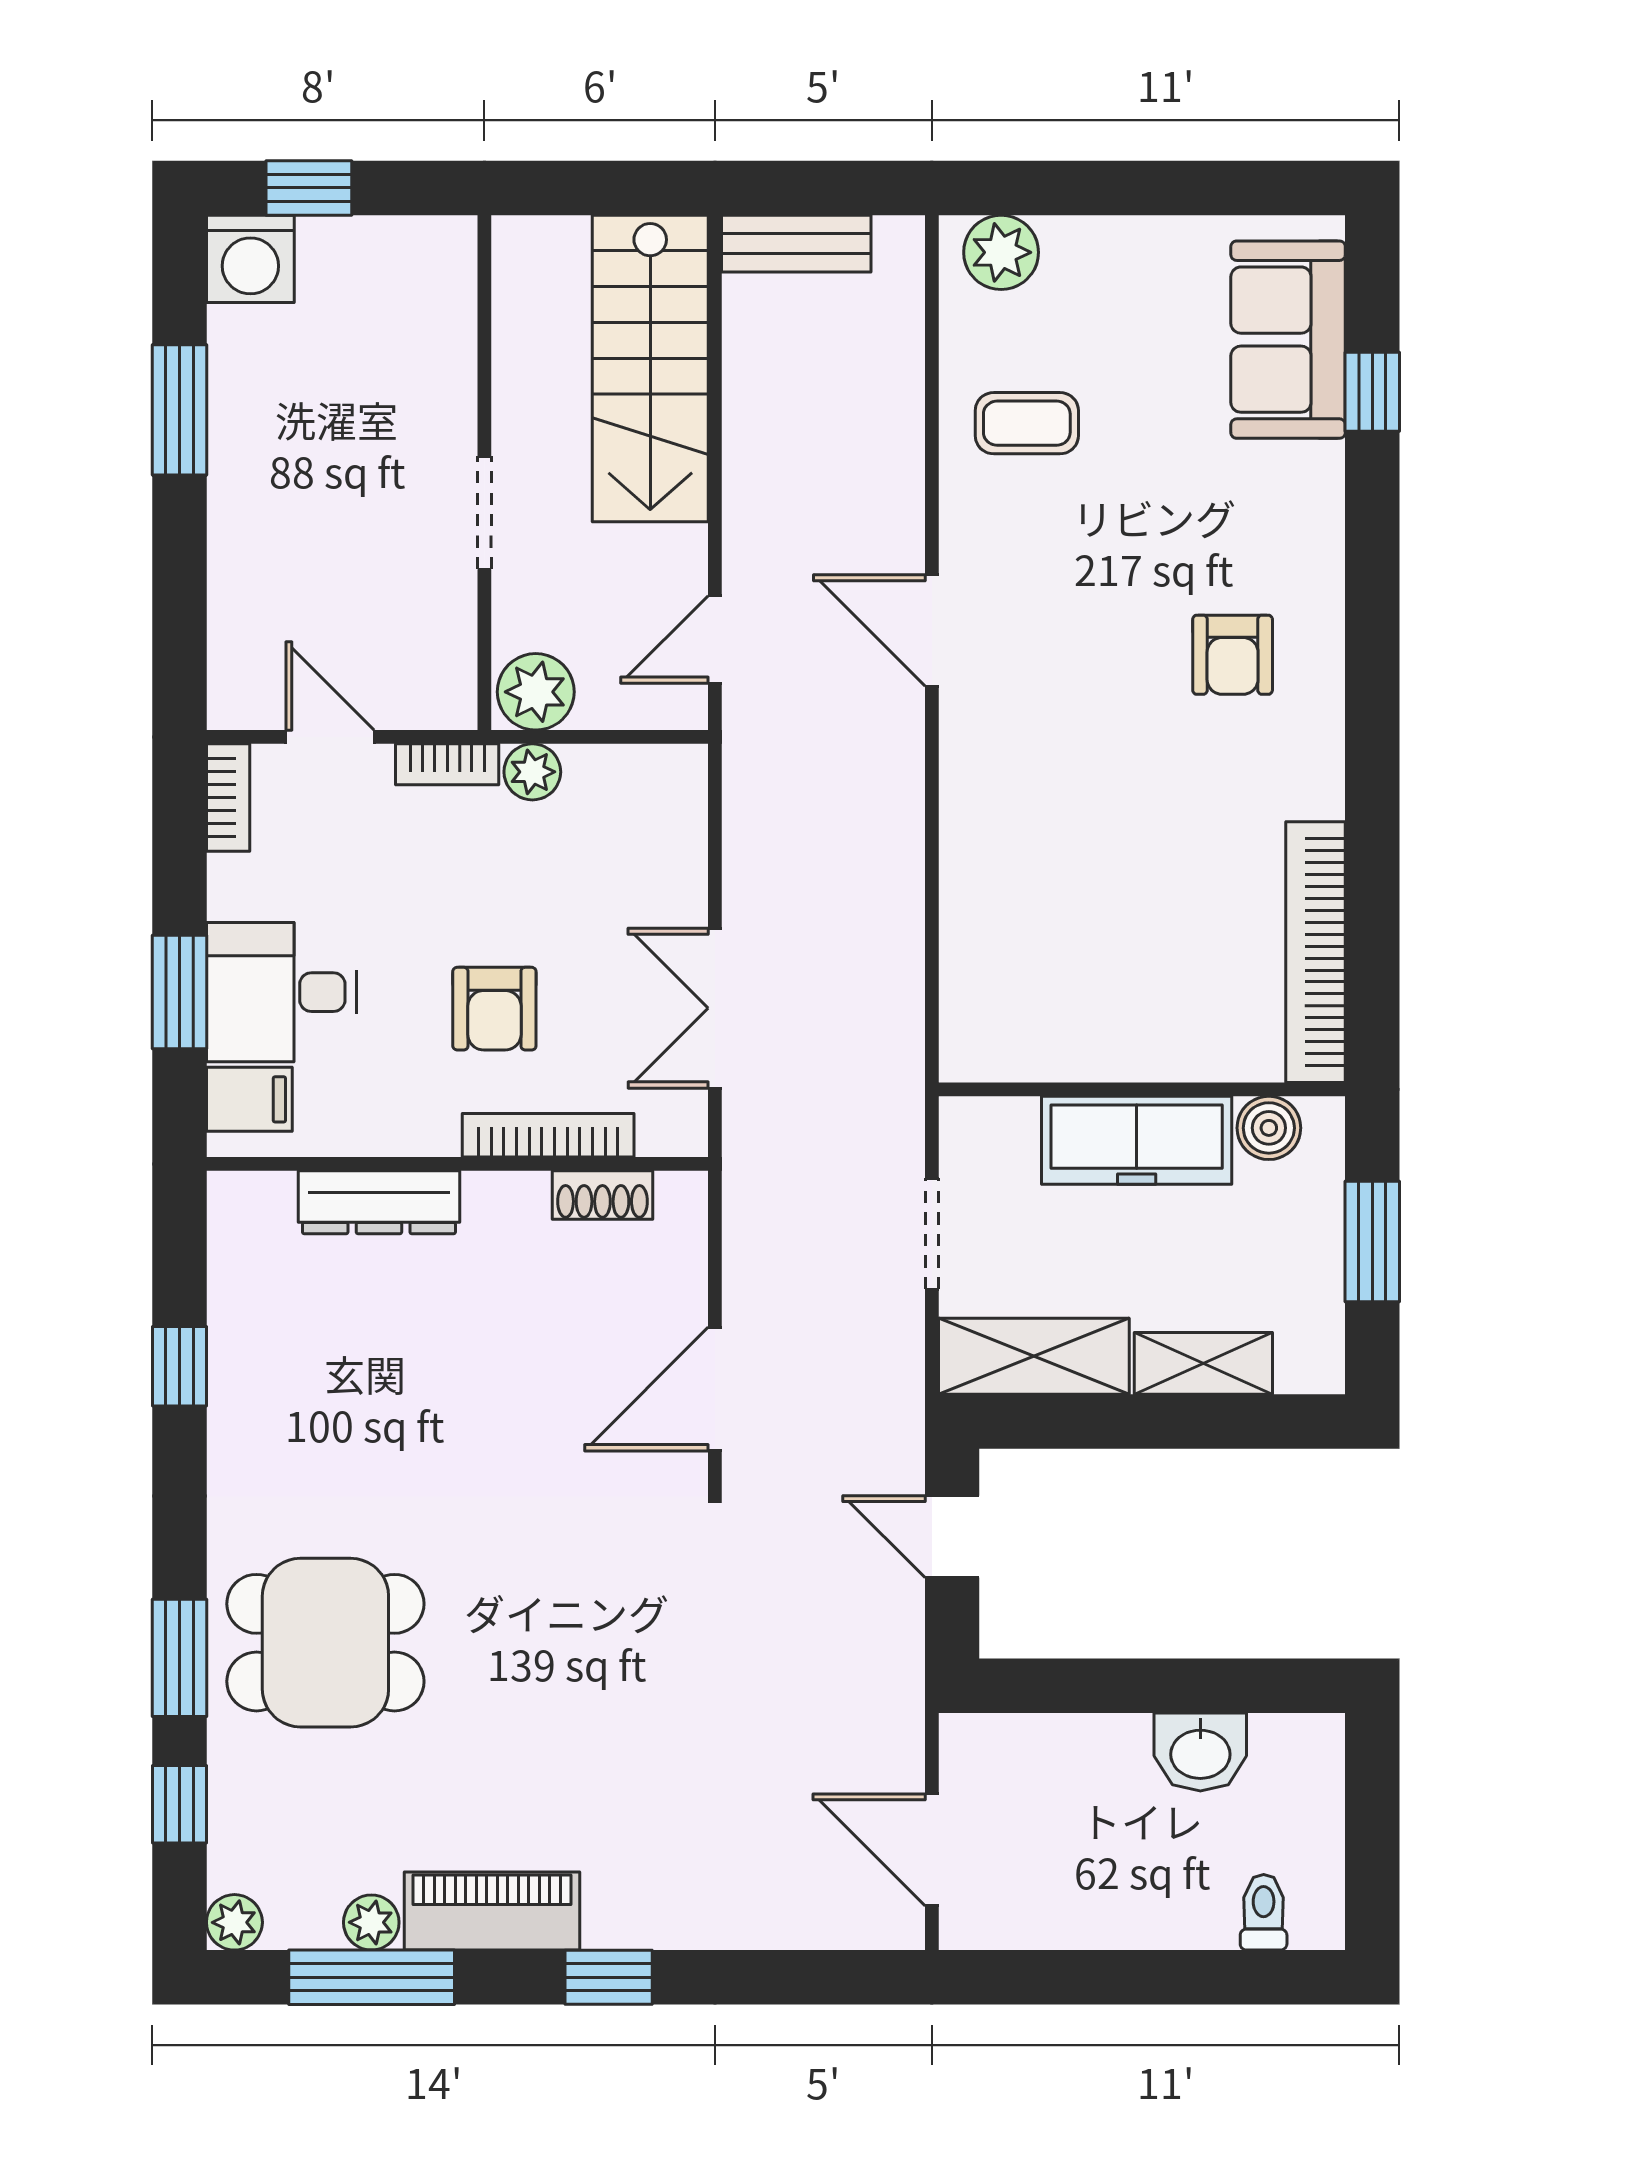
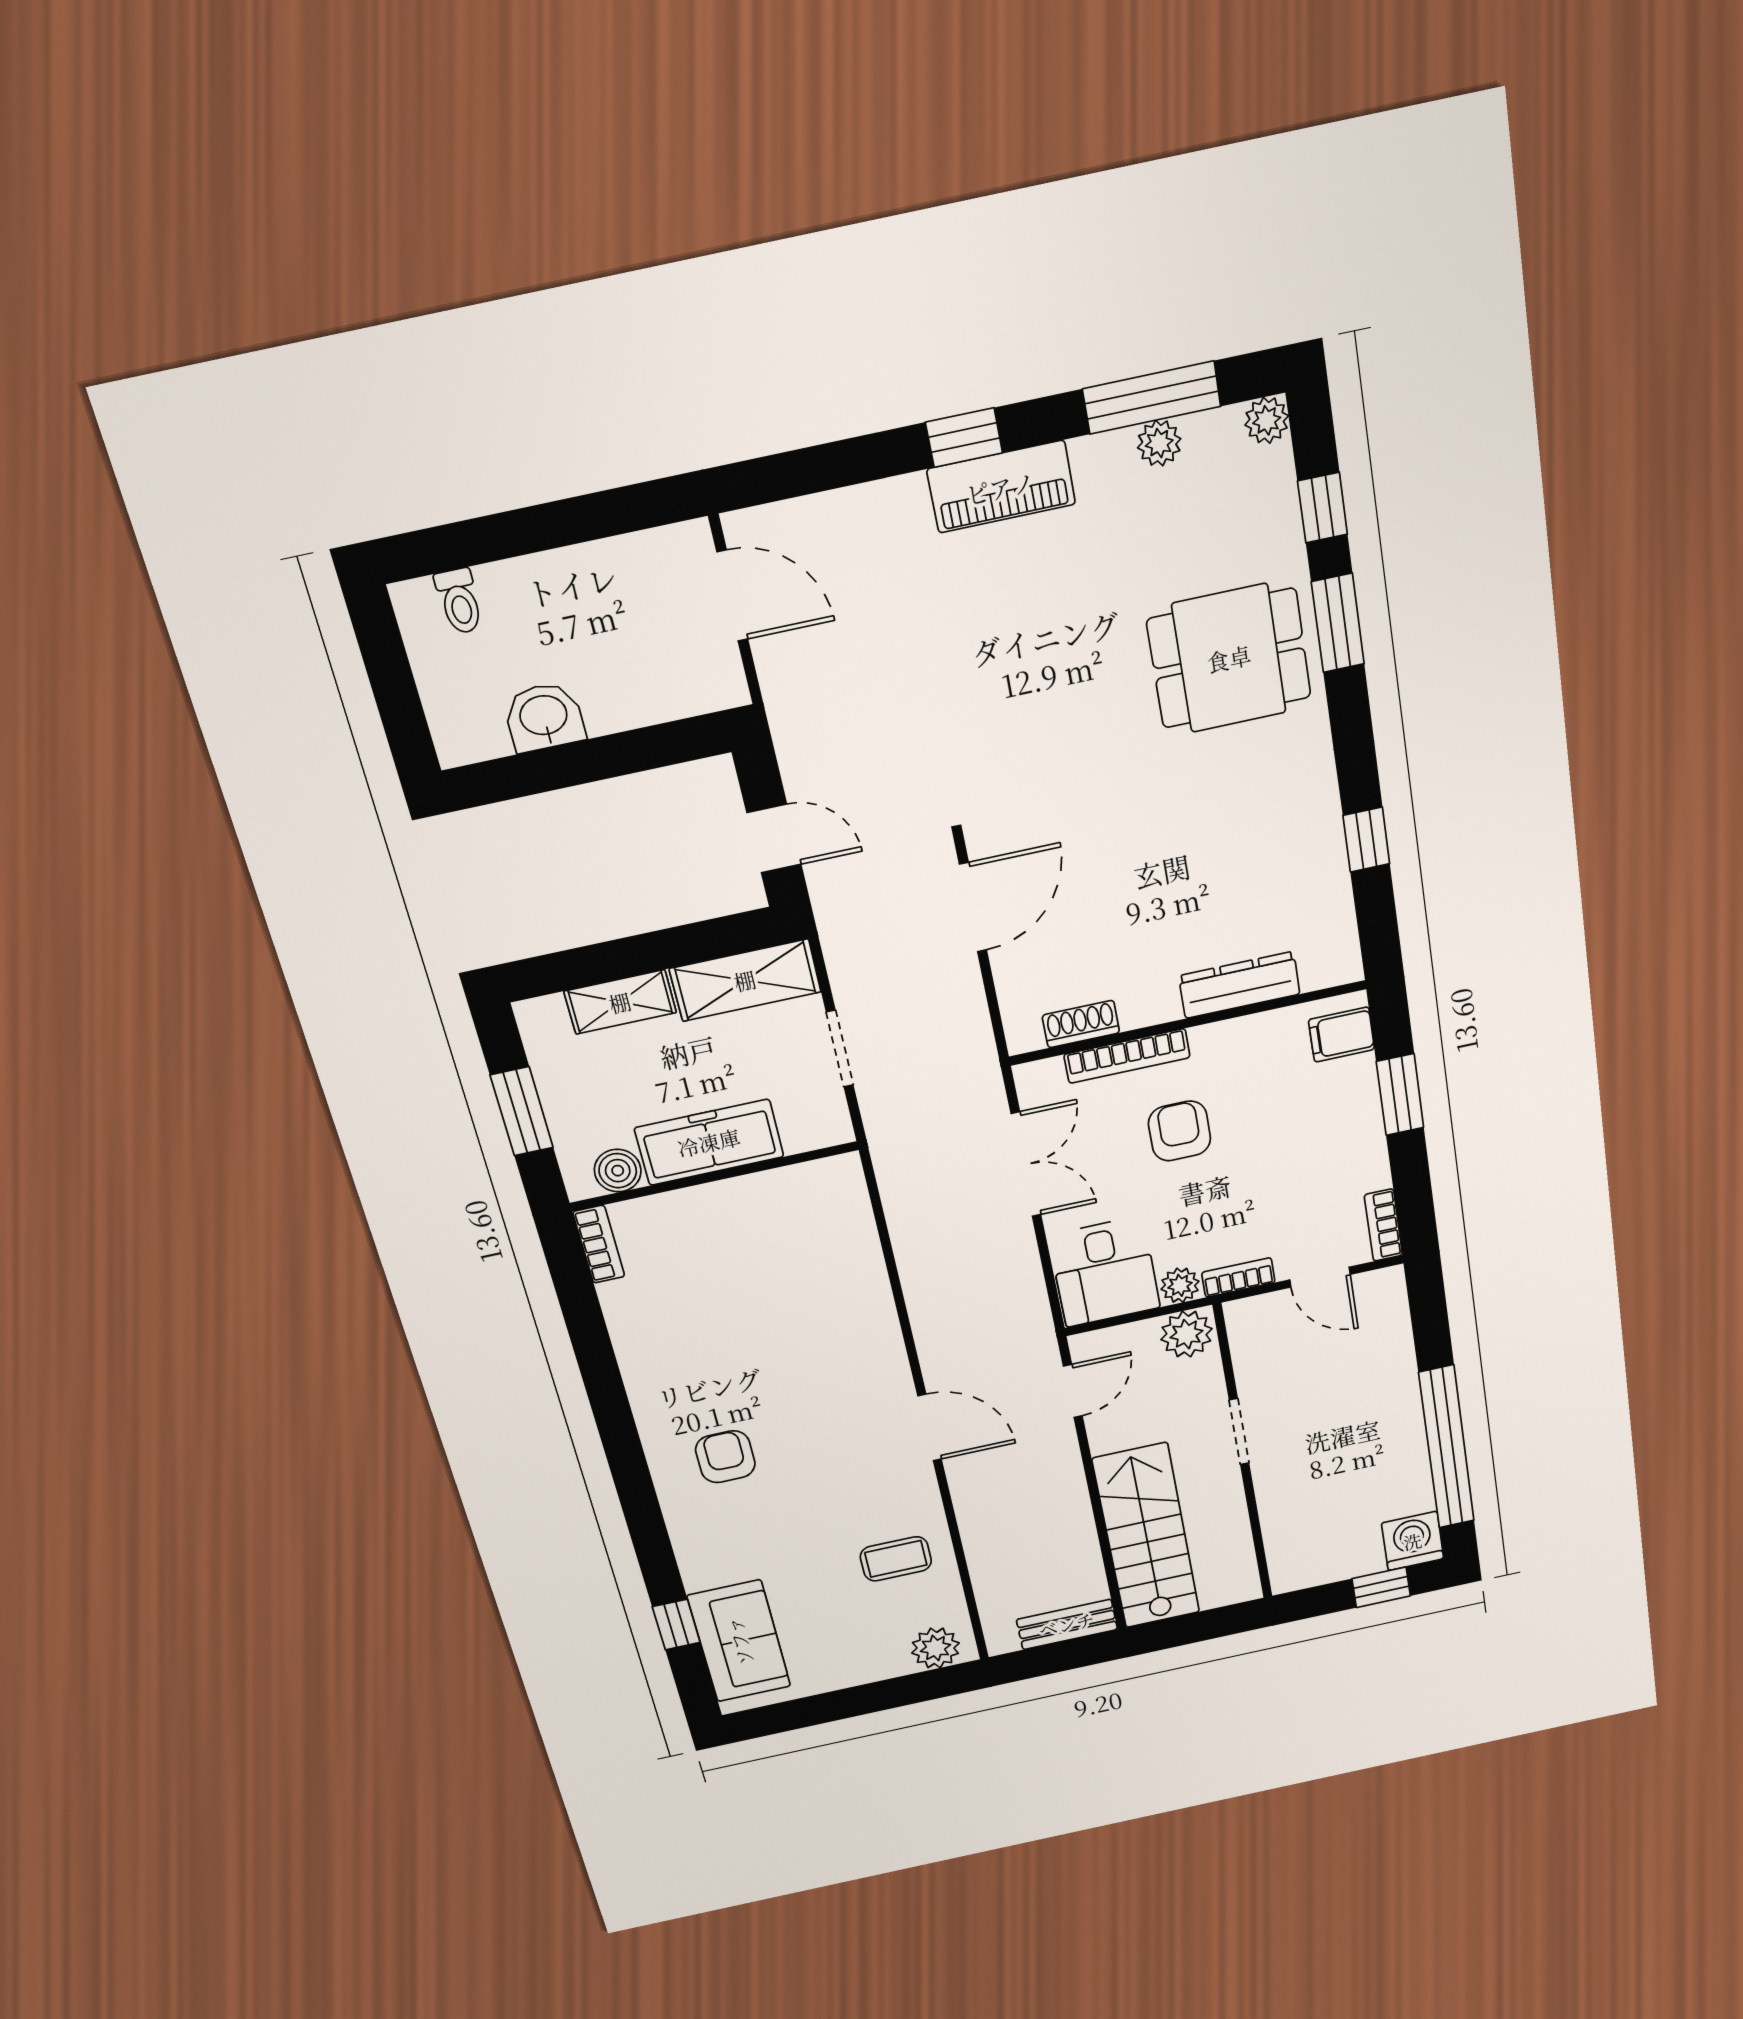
window: (179, 410) -> (1447, 1447), width x2.11
bookcase: (1316, 952) -> (599, 1244), width x0.43, depth x0.76
desk: (282, 992) -> (1105, 1272), moved, turned 90
piano: (492, 1911) -> (1001, 487), moved

